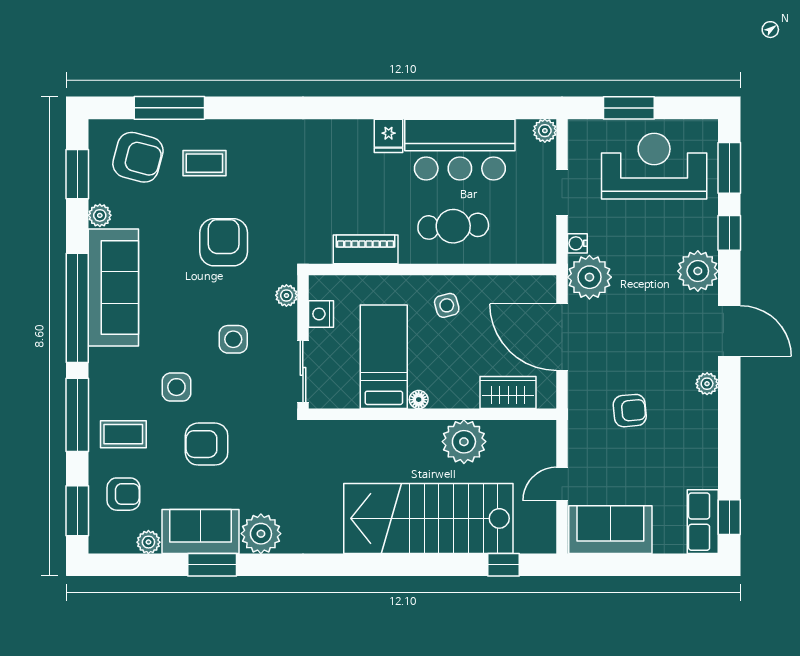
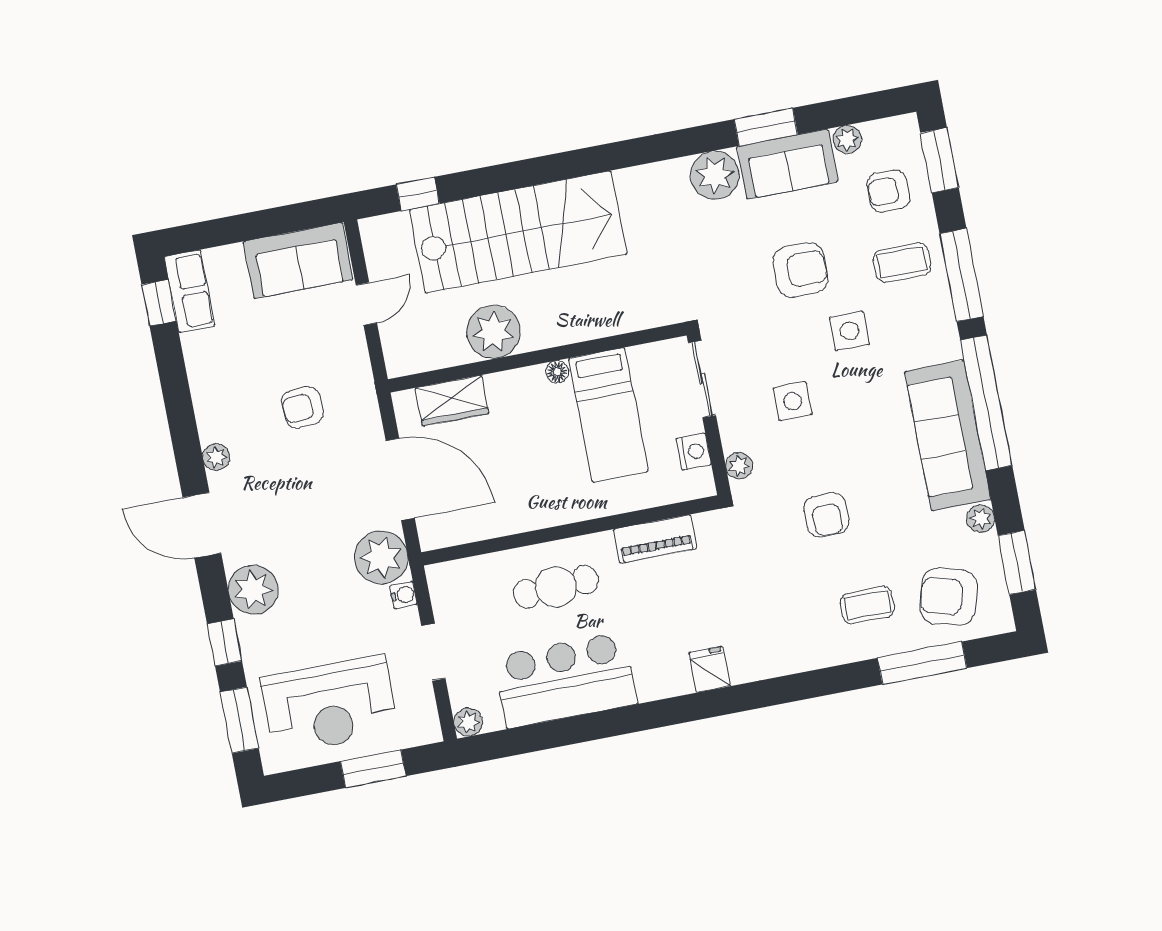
fridge: (389, 136) -> (709, 669), moved
armchair: (224, 242) -> (826, 515), width x0.72, depth x0.72
side table: (447, 305) -> (545, 491), removed

